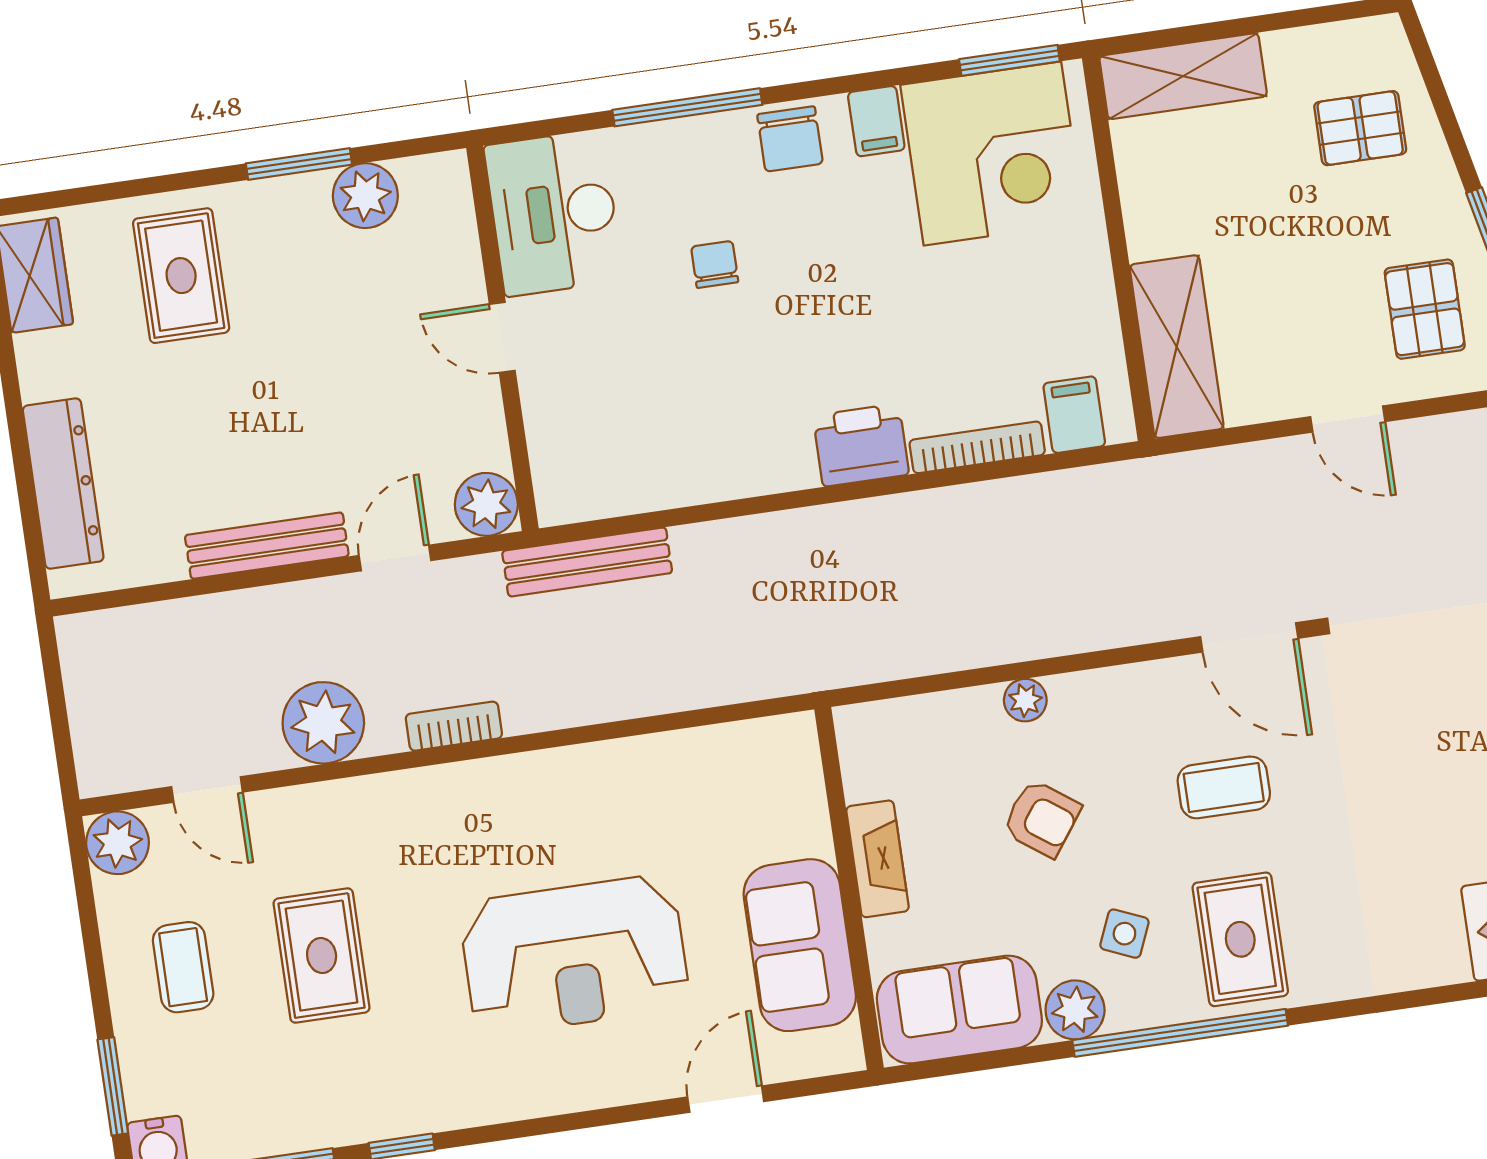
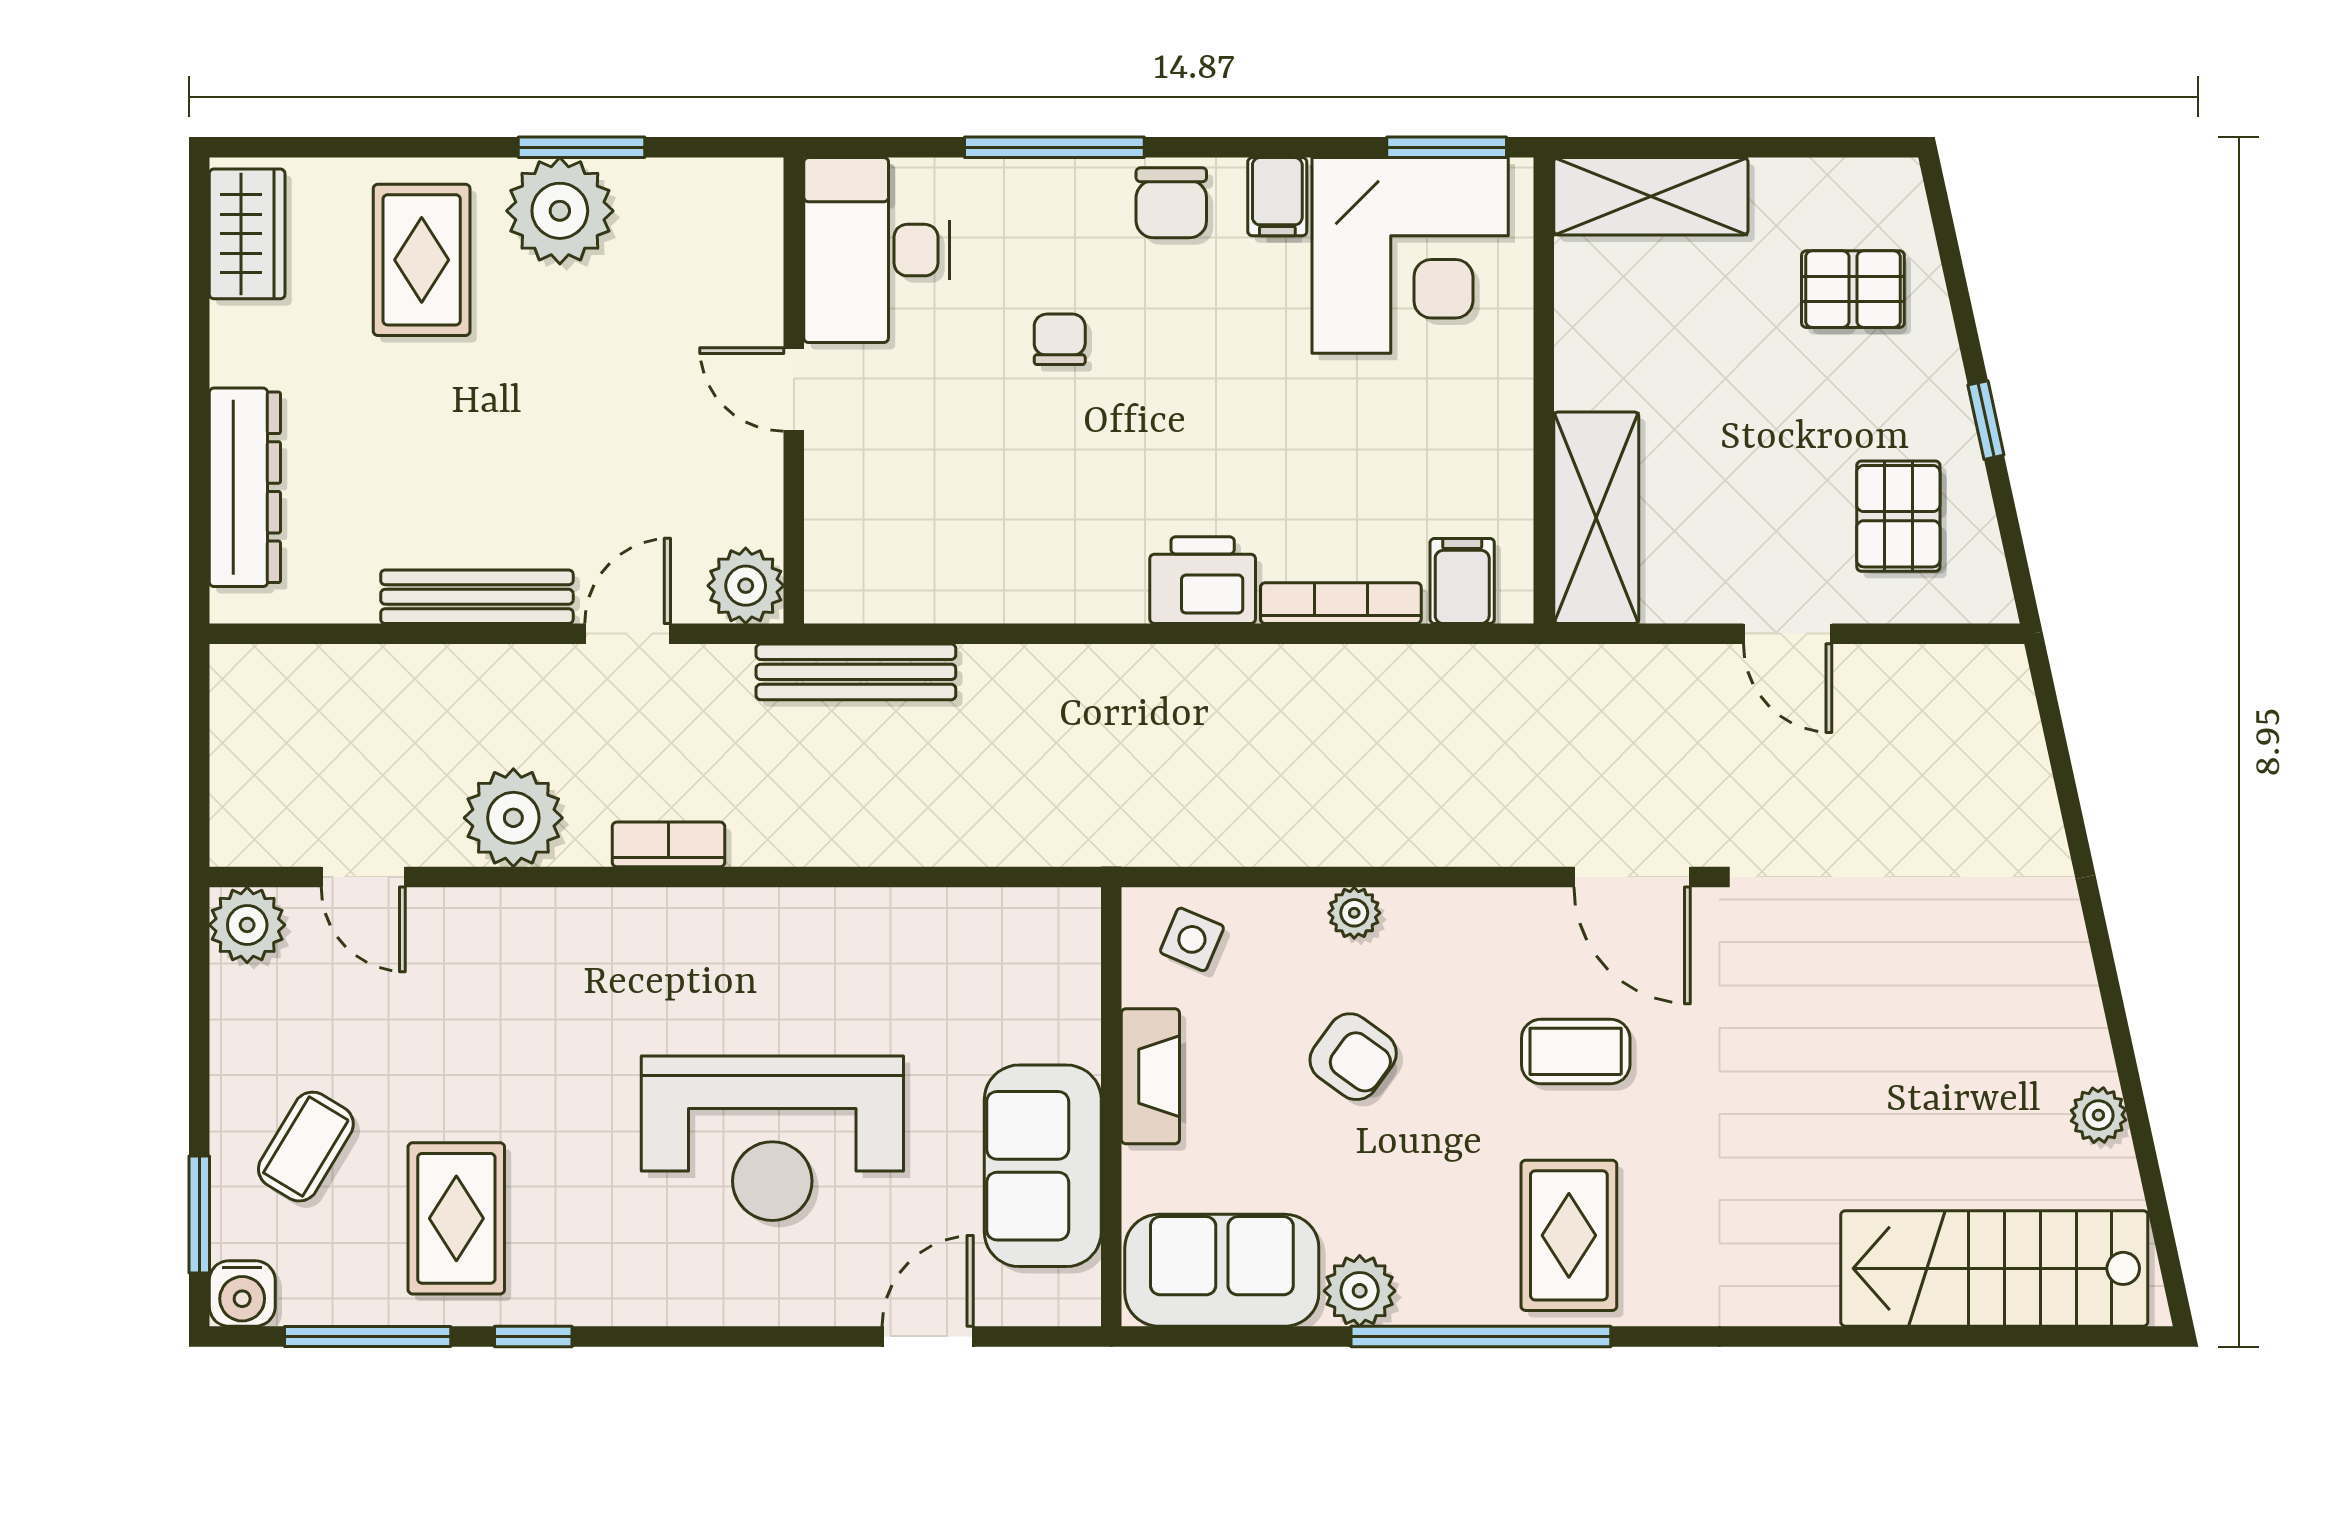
plant: (365, 196) -> (560, 211), moved, width x1.36, depth x1.36
side table: (1124, 934) -> (1192, 939), moved
rug: (322, 955) -> (456, 1218), moved
coffee table: (183, 967) -> (306, 1147), moved, turned 31

